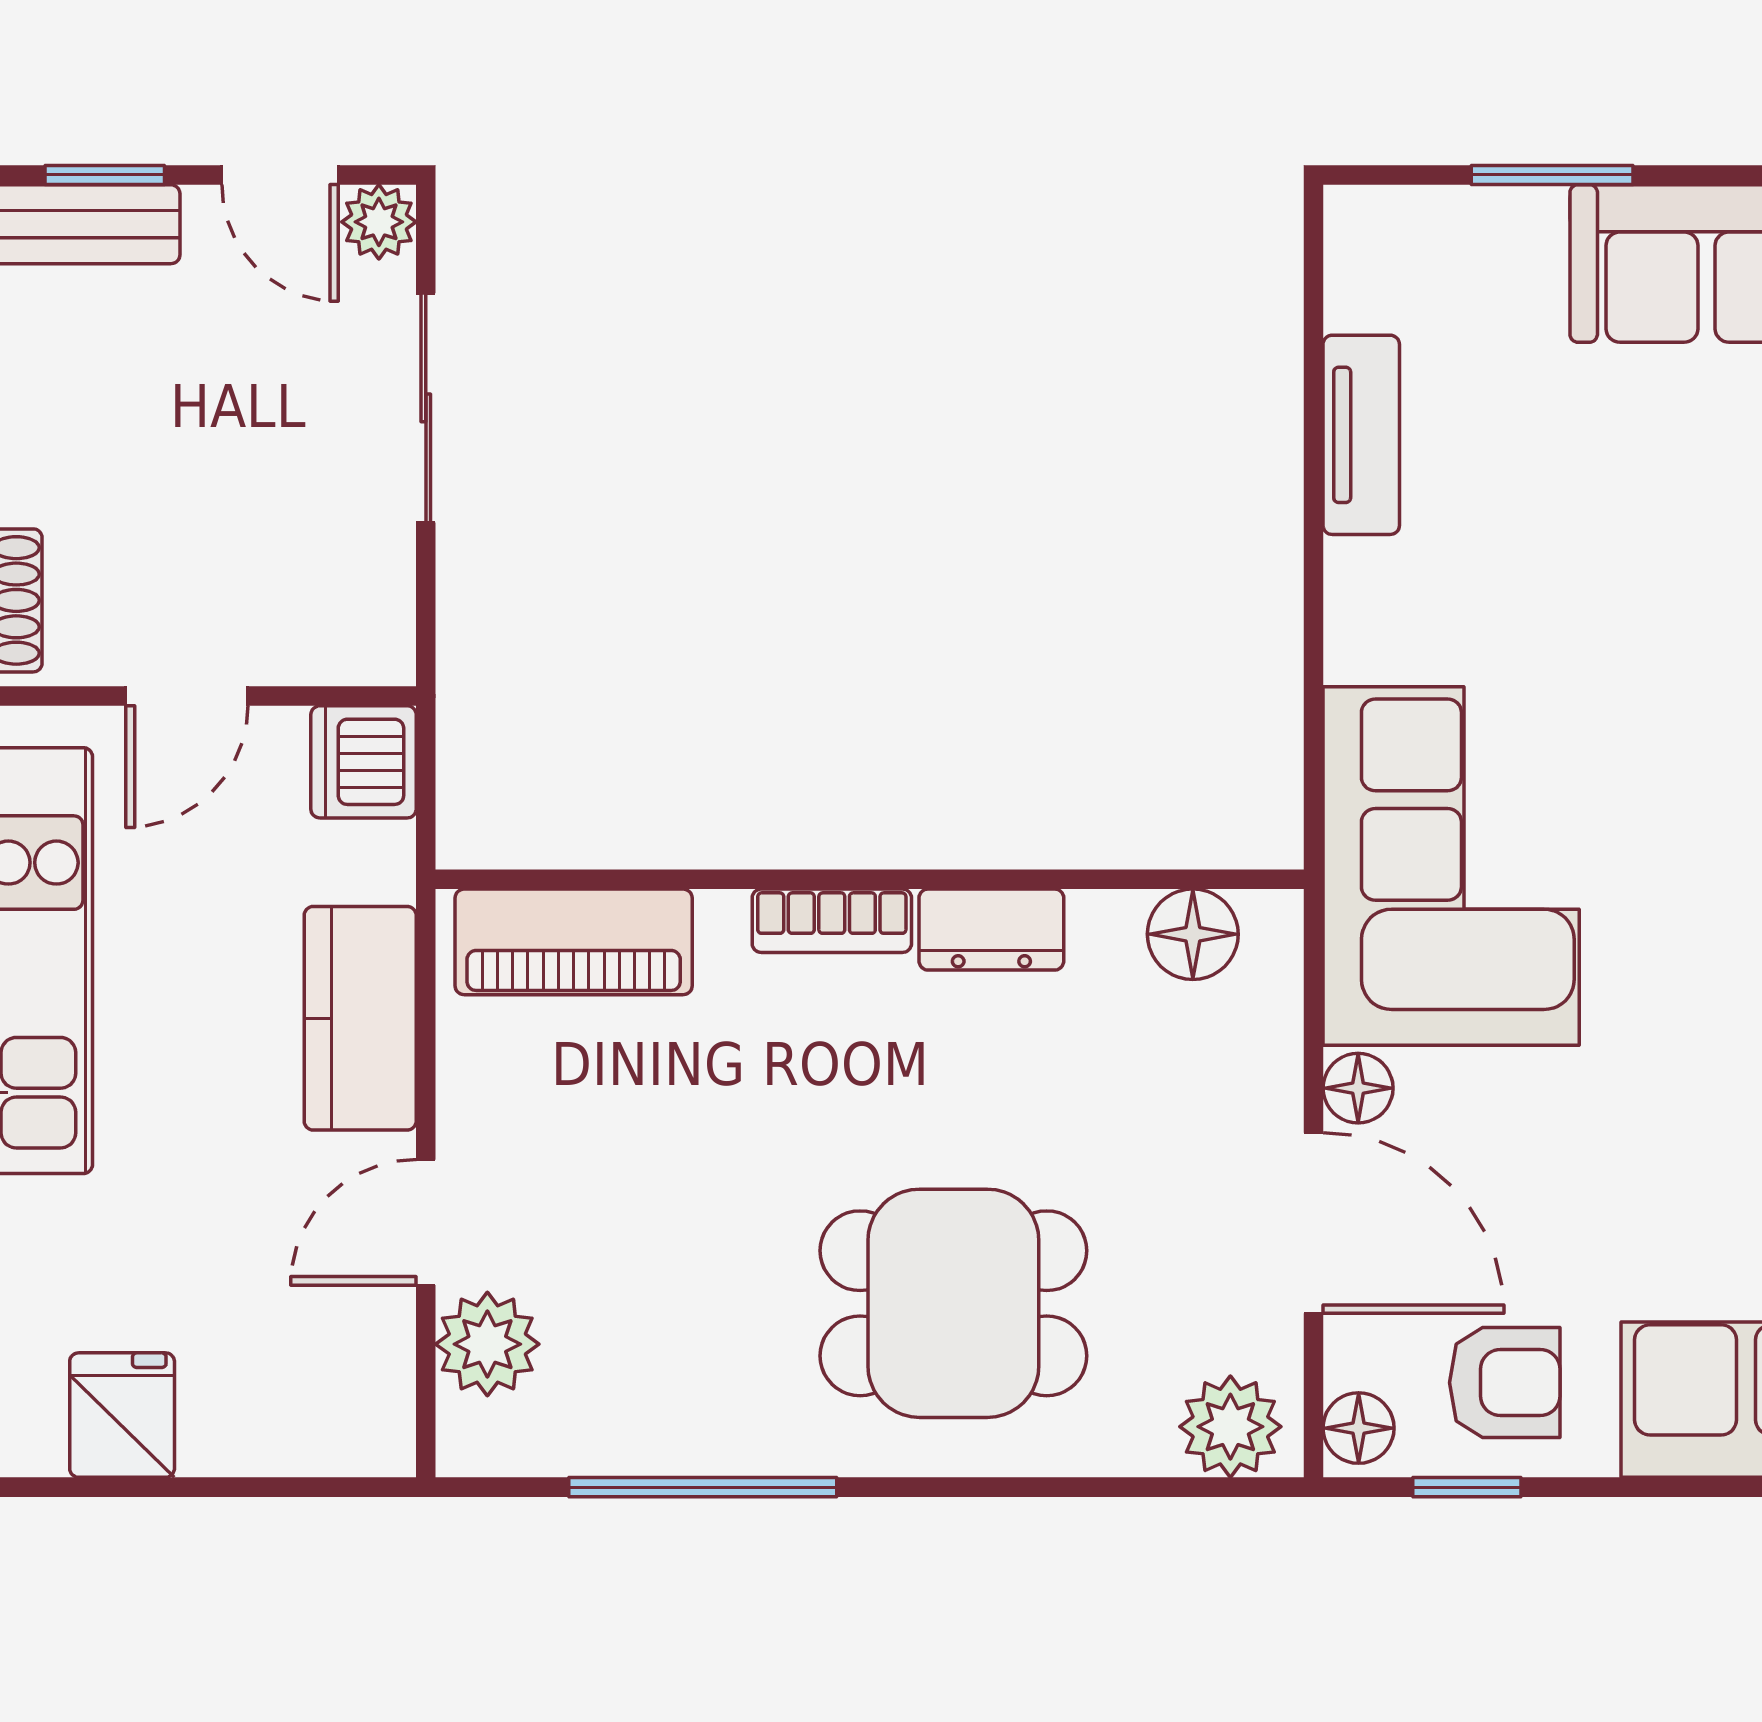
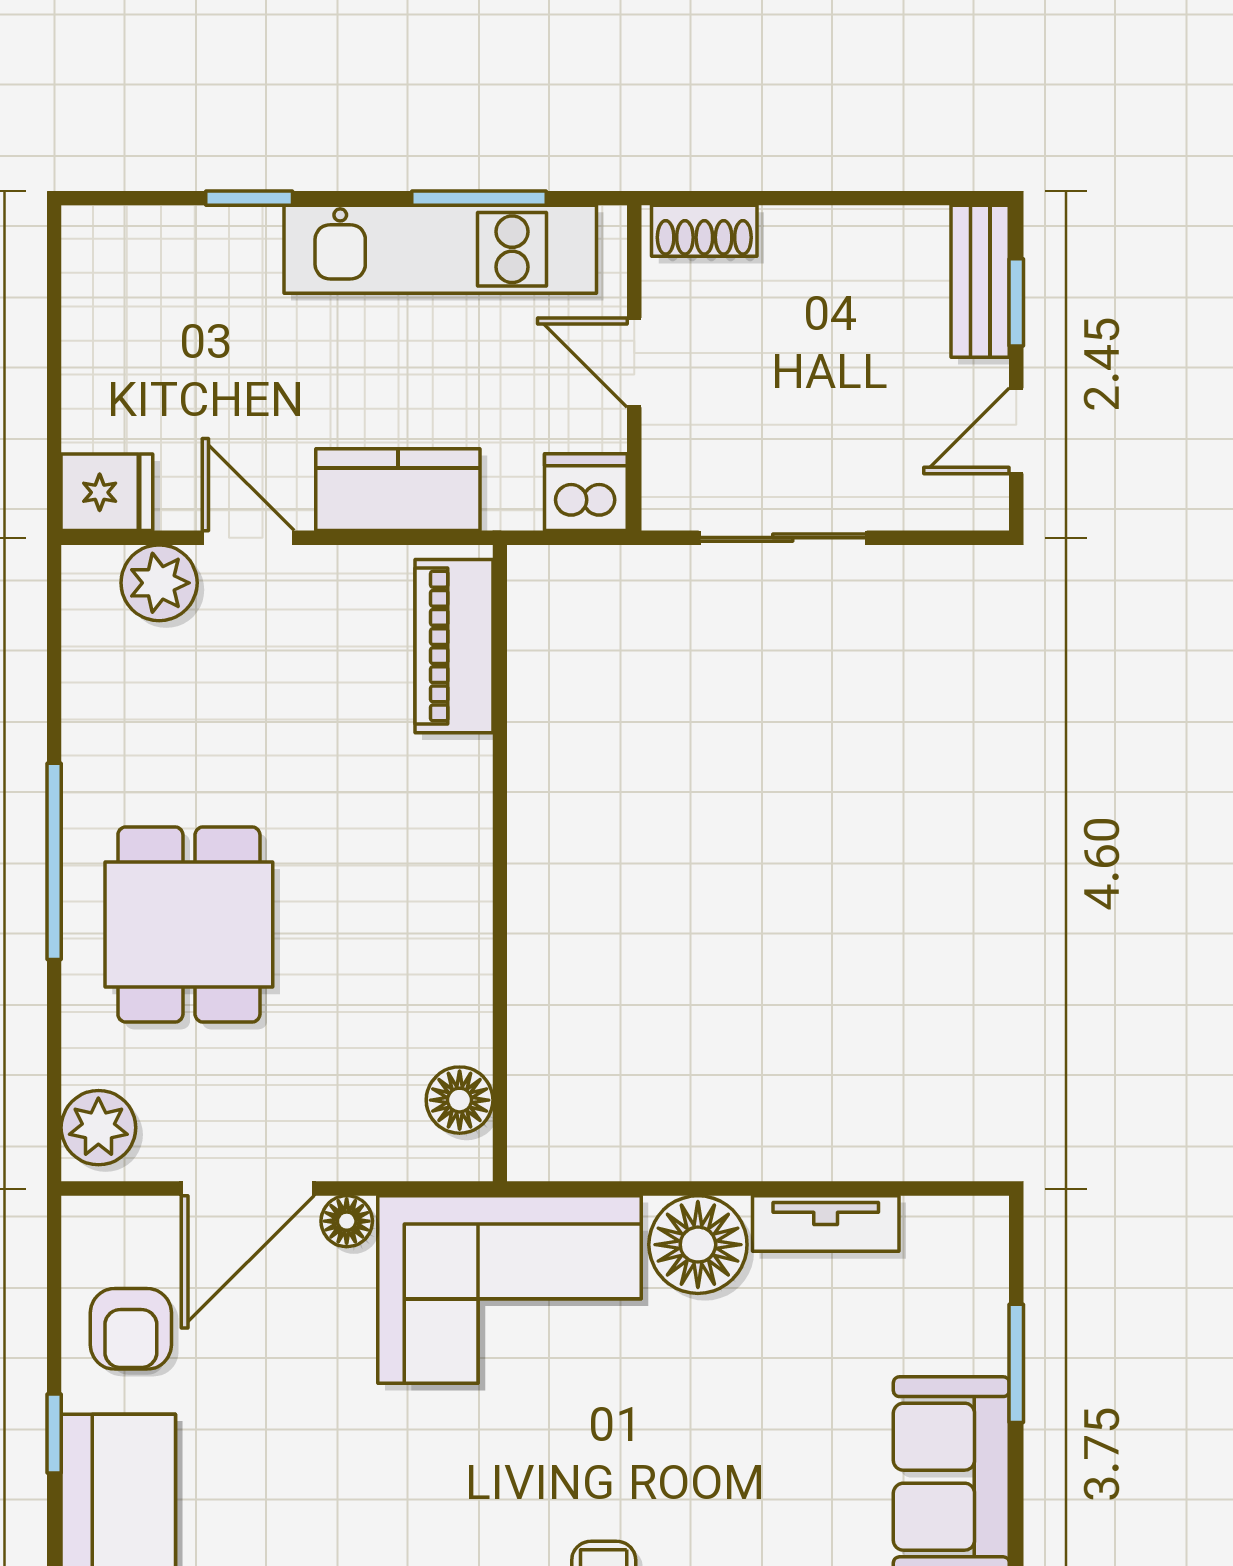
plant: (379, 222) -> (982, 503), removed
sliding door: (426, 408) -> (783, 538), moved
bookcase: (832, 921) -> (469, 835), removed
dresser: (991, 930) -> (463, 952), removed
fridge: (122, 1415) -> (107, 492), moved
floor lamp: (1359, 1428) -> (698, 1245), moved, width x1.89, depth x1.89
window: (703, 1487) -> (54, 861), moved
window: (1467, 1487) -> (54, 1433), moved

